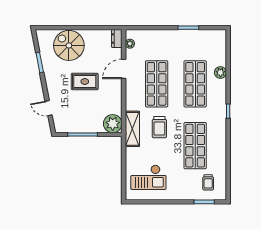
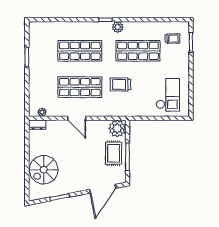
door: (124, 69) -> (77, 118), moved
plant: (220, 73) -> (118, 27), moved
rug: (85, 82) -> (114, 153), moved
door: (49, 108) -> (103, 189), width x1.87
trolley: (159, 127) -> (120, 84), turned 180
shelving: (132, 129) -> (122, 110), removed

